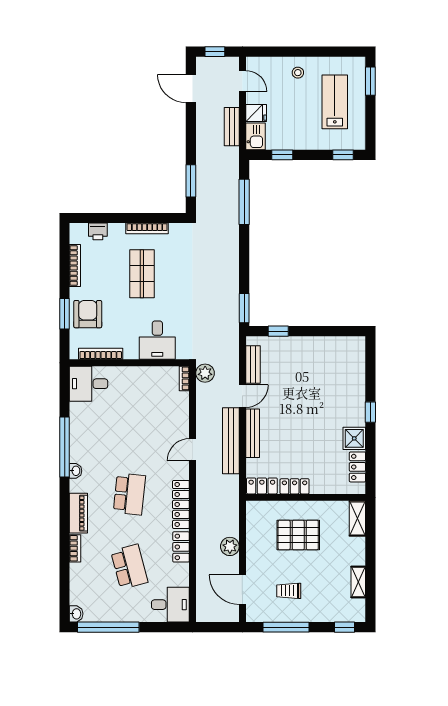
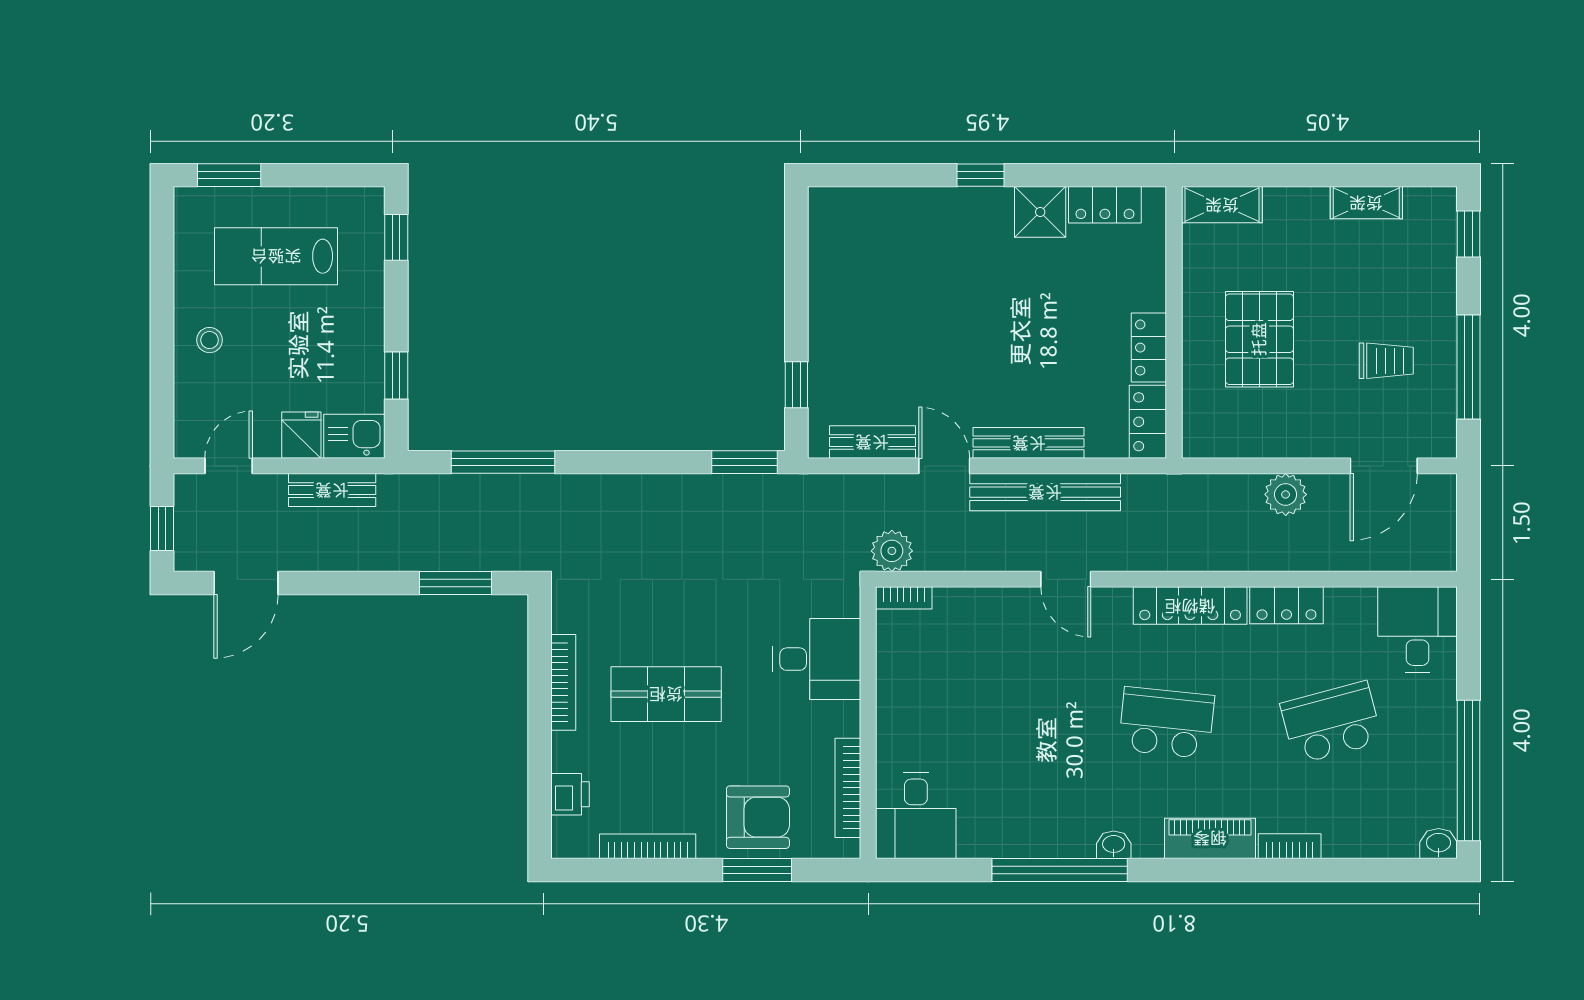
armchair: (88, 314) -> (758, 817), turned 180
trolley: (289, 591) -> (1386, 361), turned -90

